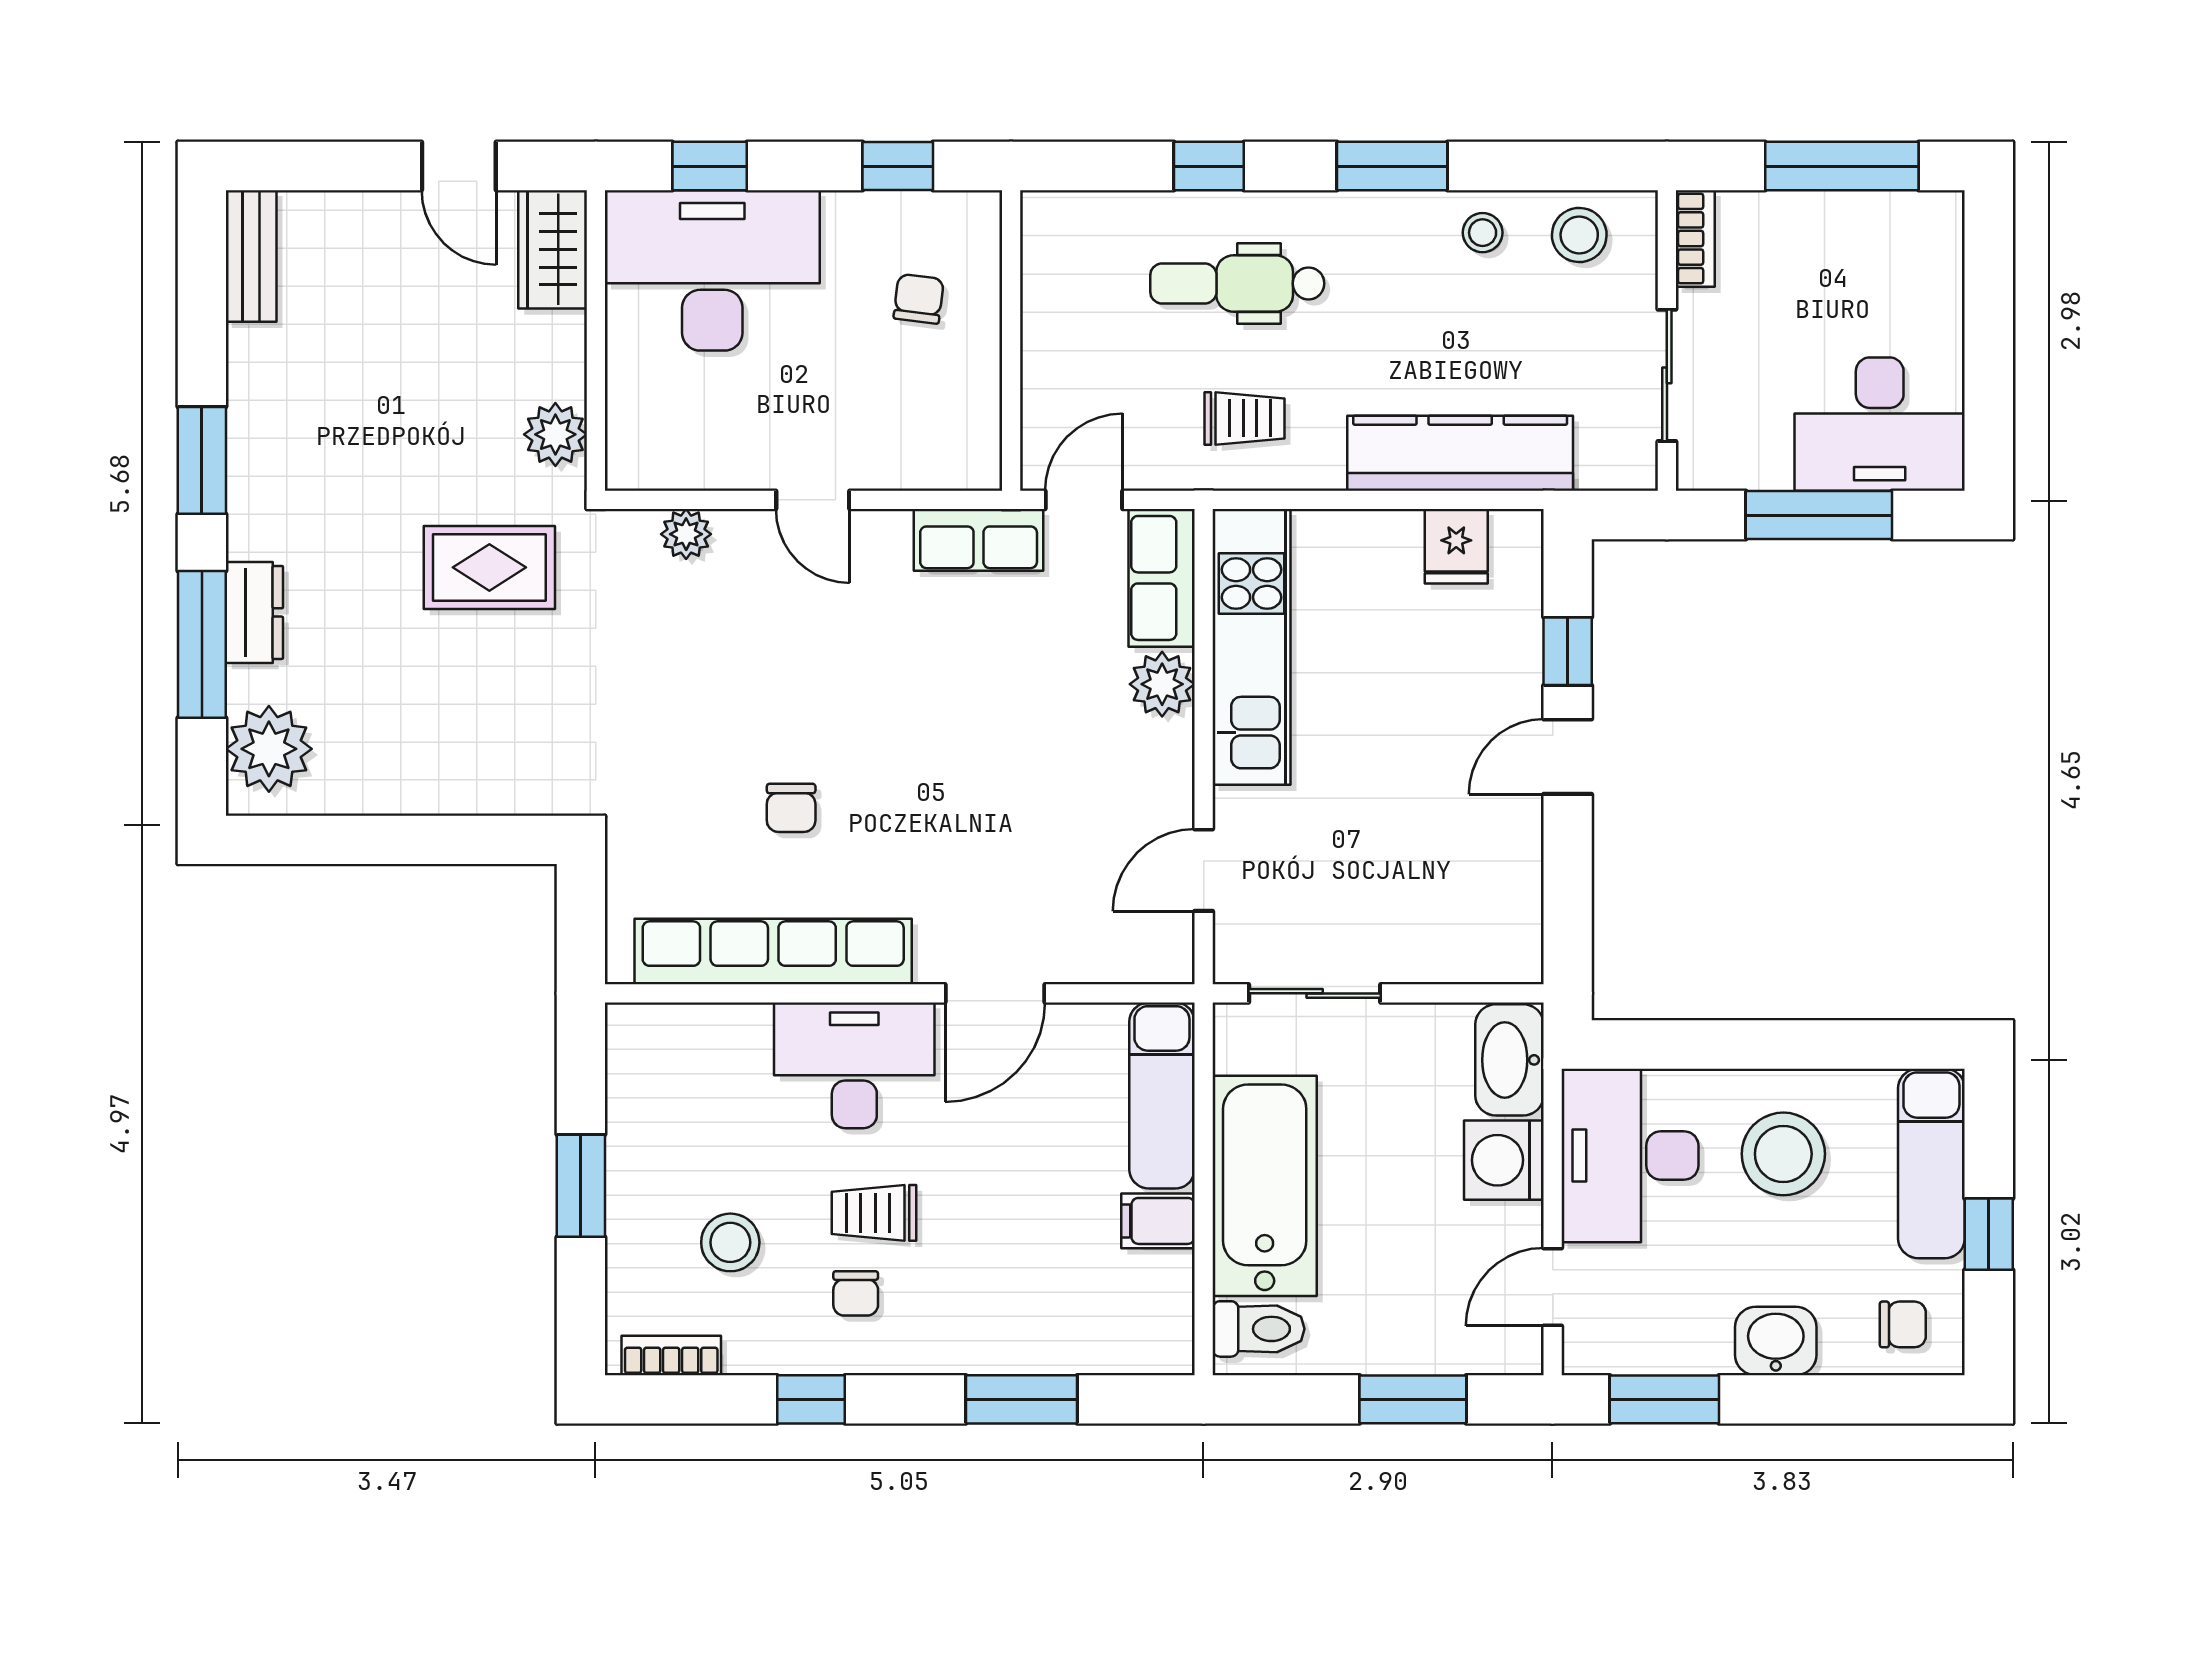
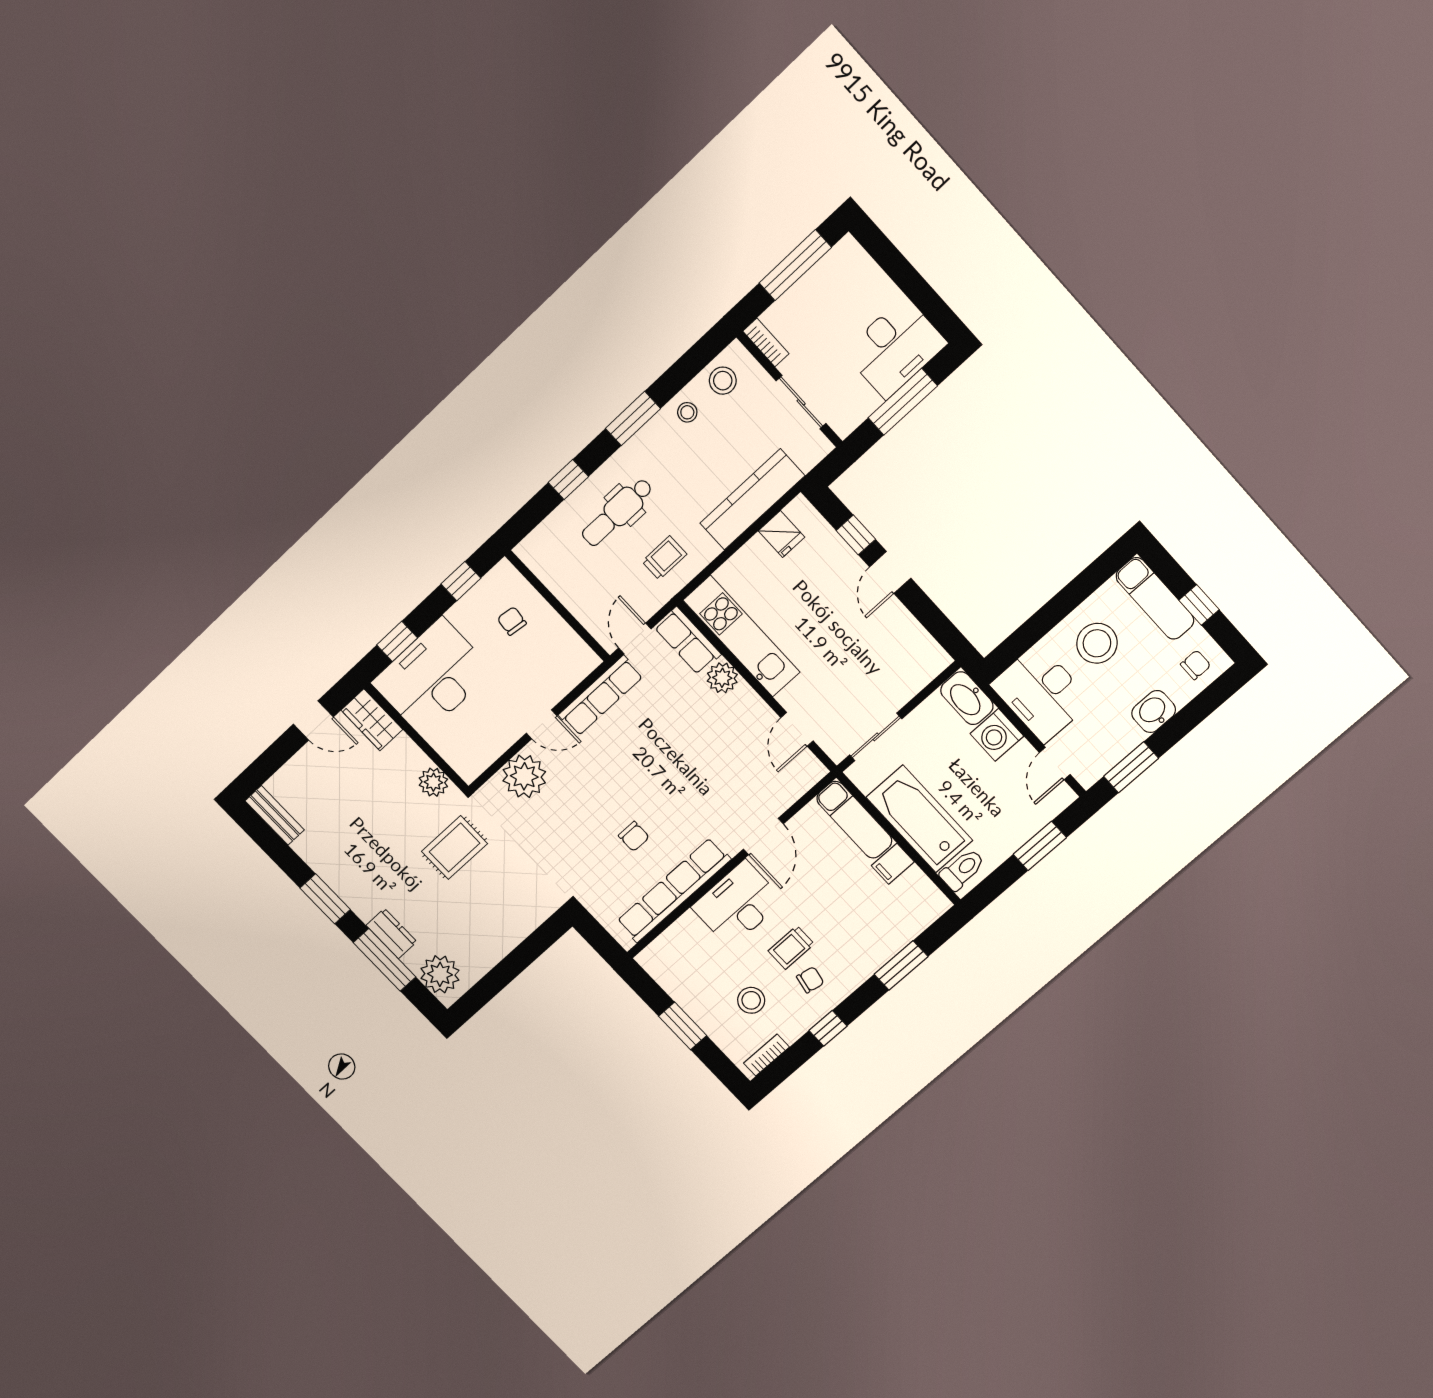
plant: (686, 534) -> (524, 776), width x1.88, depth x1.88
row of seats: (979, 540) -> (601, 696), width x1.48
chair: (856, 1293) -> (810, 980), turned -79

